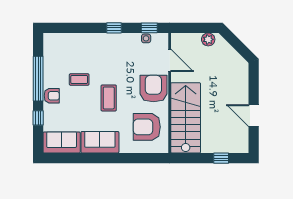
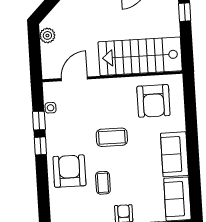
window: (149, 28) -> (39, 121), moved
armchair: (153, 89) -> (69, 171), moved, turned 90
coffee table: (109, 98) -> (112, 137), moved

